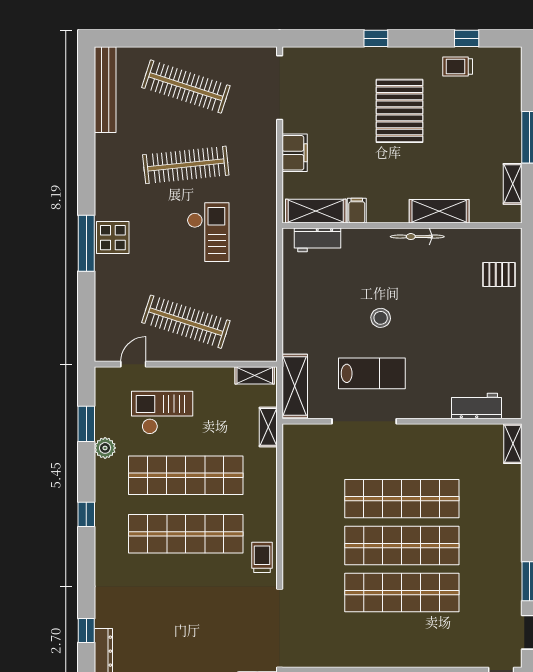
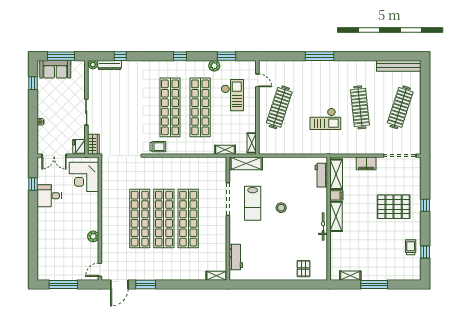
pallet: (400, 111) -> (394, 207), moved
shelving: (439, 211) -> (336, 216), moved
display table: (113, 238) -> (323, 70), removed

